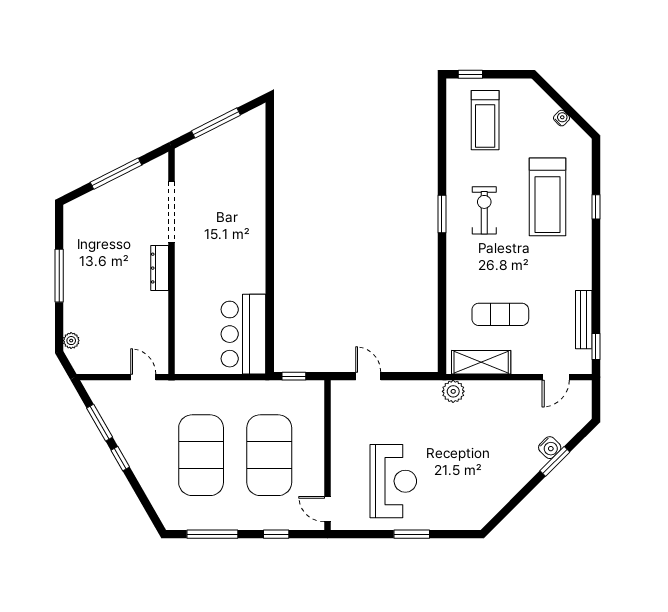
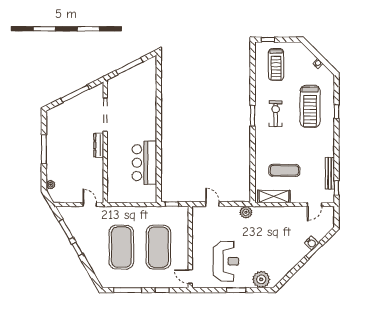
bar counter: (243, 334) -> (144, 163), moved
plant: (453, 391) -> (246, 212), moved
plant: (458, 514) -> (261, 279), added

